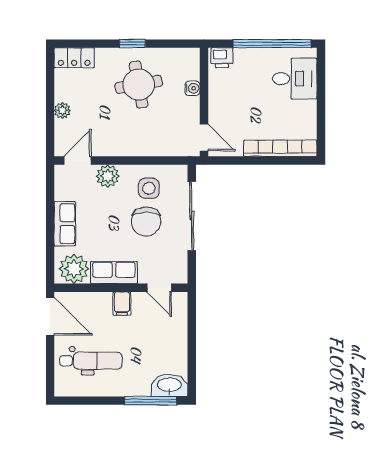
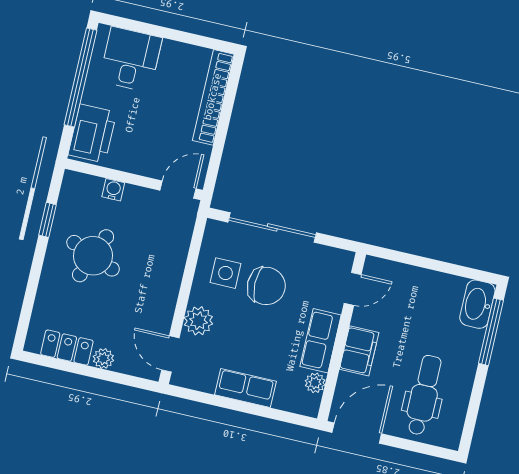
window: (132, 44) -> (48, 220), moved
locker: (74, 58) -> (67, 348), moved, turned -90
printer: (222, 58) -> (92, 134), width x1.87, depth x1.48
round table: (139, 84) -> (93, 256), turned 32
plant: (74, 269) -> (315, 383), width x0.53, depth x0.53
filing cabinet: (122, 304) -> (359, 351), width x2.00

